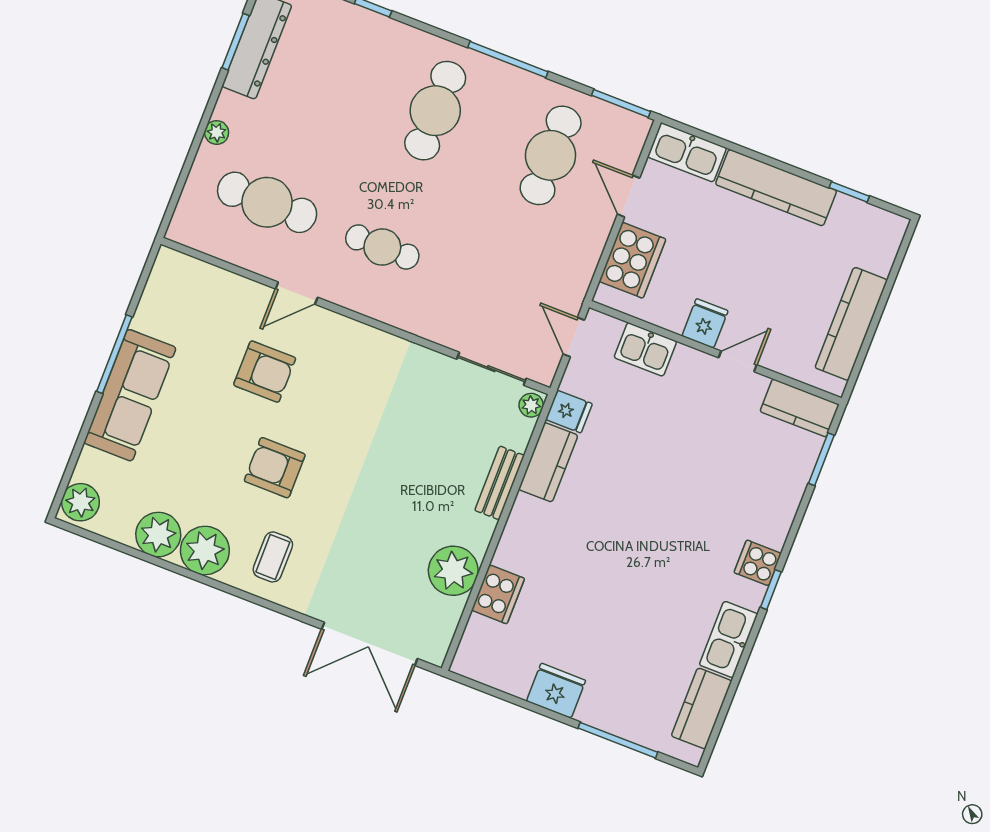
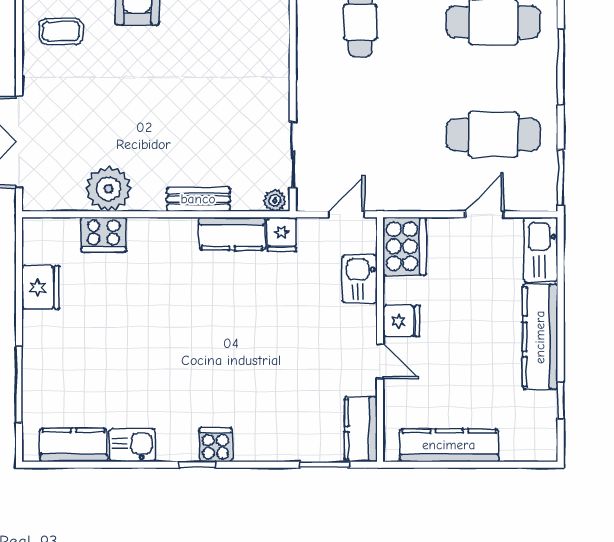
cooker: (632, 260) -> (404, 246), moved, turned -90
kitchen sink: (729, 639) -> (132, 445), width x0.73
fridge: (556, 691) -> (41, 287), moved

